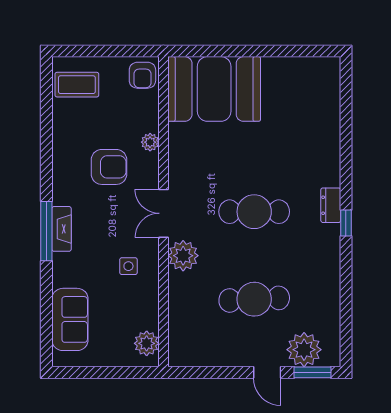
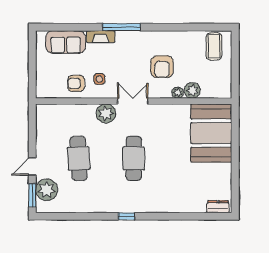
armchair: (142, 75) -> (76, 83), moved
dresser: (331, 205) -> (218, 207), moved
fireplace: (61, 229) -> (101, 37), moved
plant: (147, 343) -> (192, 90), moved

